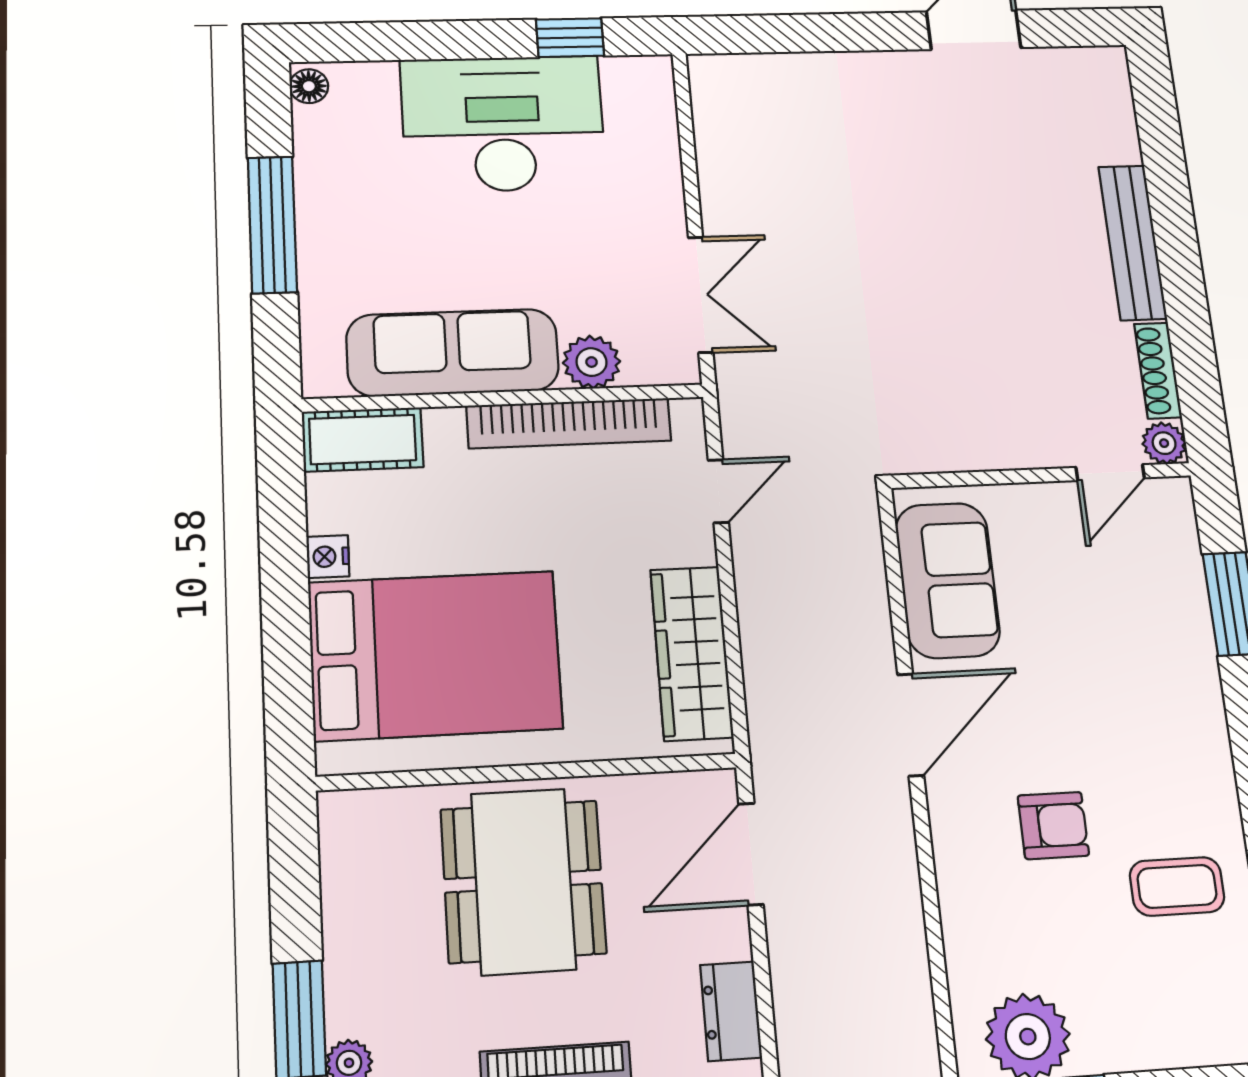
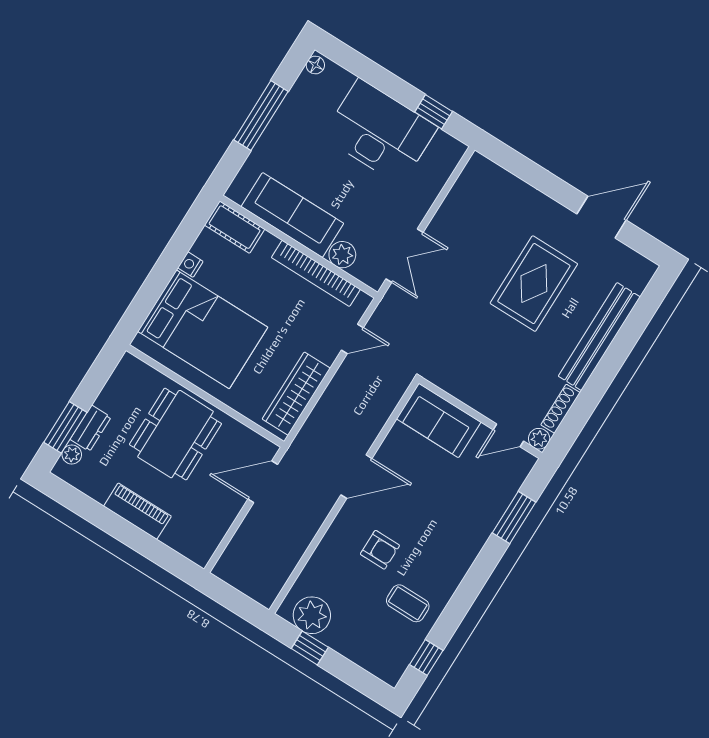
rug: (951, 200) -> (534, 284), added
bench: (1133, 242) -> (599, 337), width x1.37, depth x1.21
sofa: (948, 580) -> (439, 420), moved, turned 90
dresser: (731, 1011) -> (91, 428), moved, turned 180

